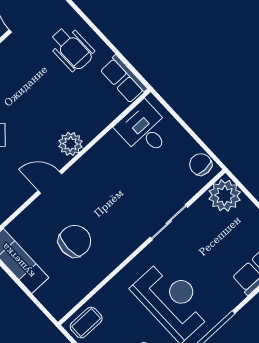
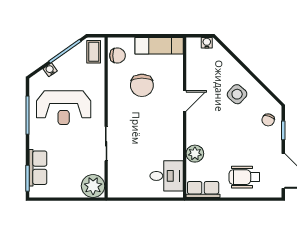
plant: (70, 144) -> (195, 154), moved
chair: (201, 164) -> (117, 56), moved

